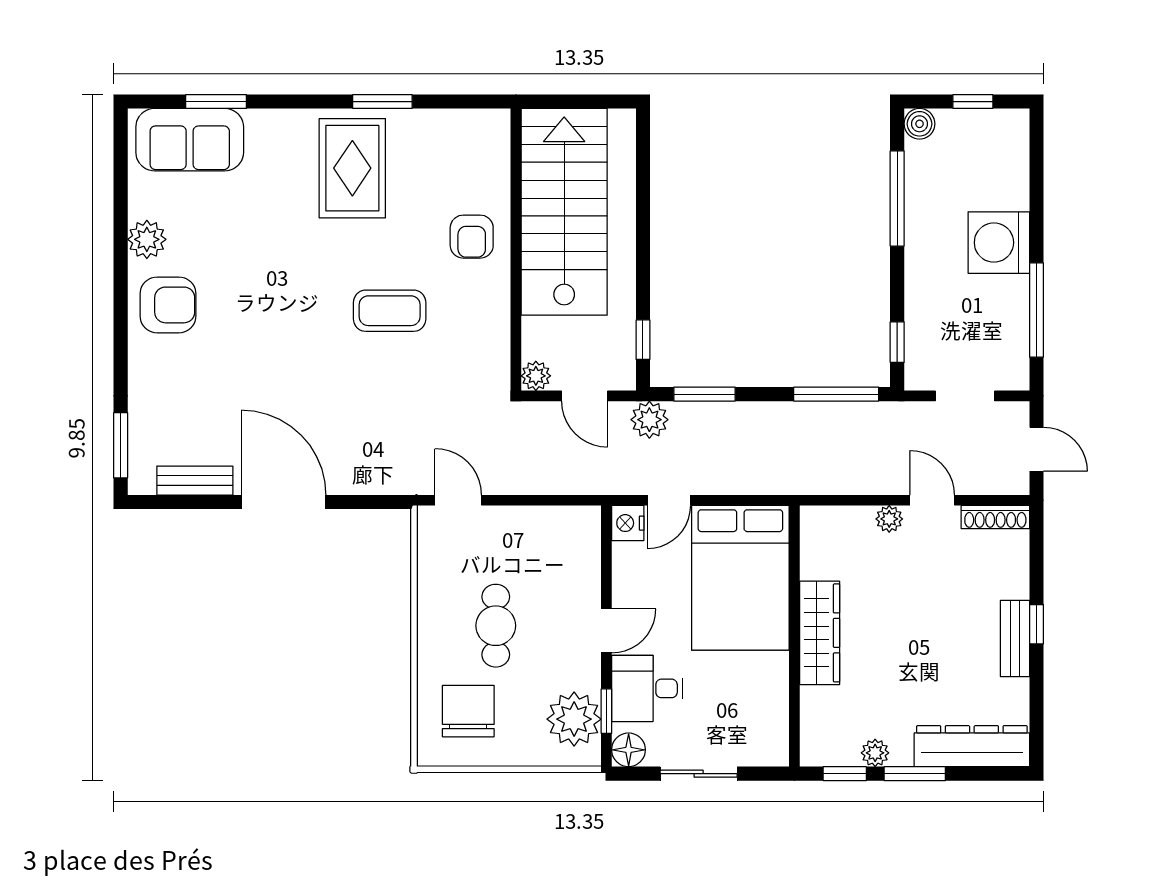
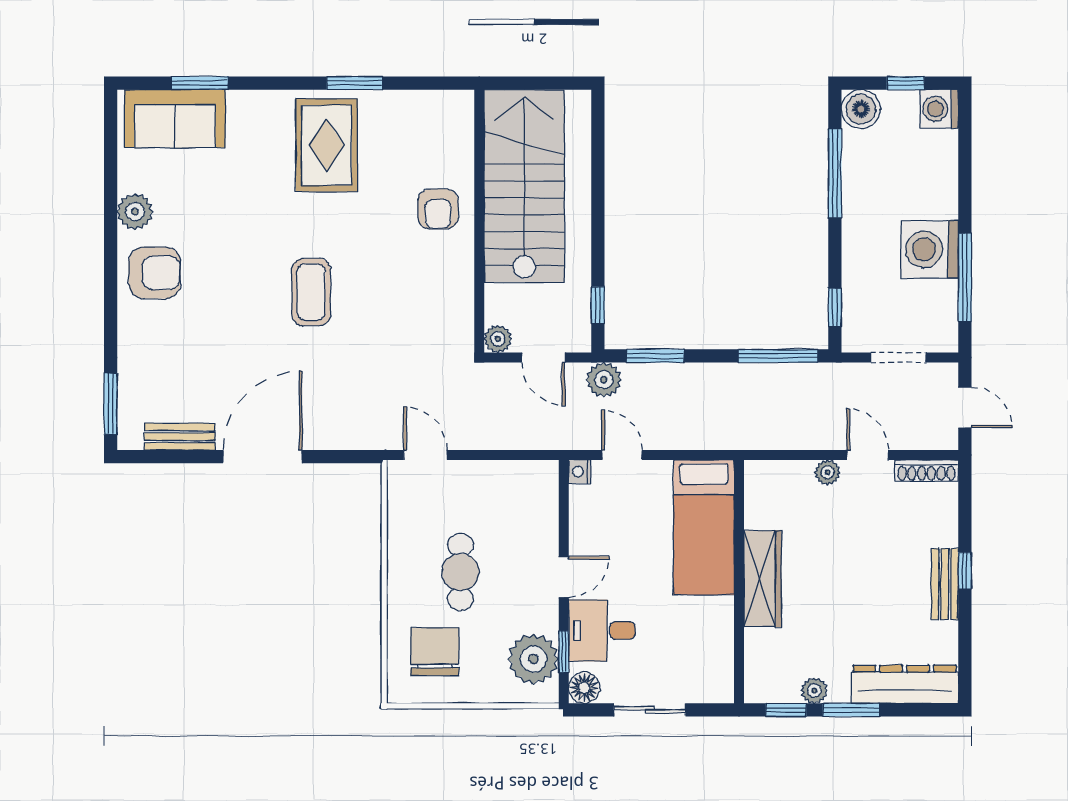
boiler: (920, 124) -> (861, 109), width x1.36, depth x1.36
washing machine: (1009, 129) -> (939, 109), added
washing machine: (999, 243) -> (930, 249), moved
coffee table: (390, 311) -> (311, 292), moved, turned 90
door: (669, 500) -> (622, 455), swing flipped
door: (284, 502) -> (262, 457), hinge flipped
nightstand: (628, 523) -> (580, 472), width x0.72, depth x0.74
bed: (740, 578) -> (704, 527), width x0.67

